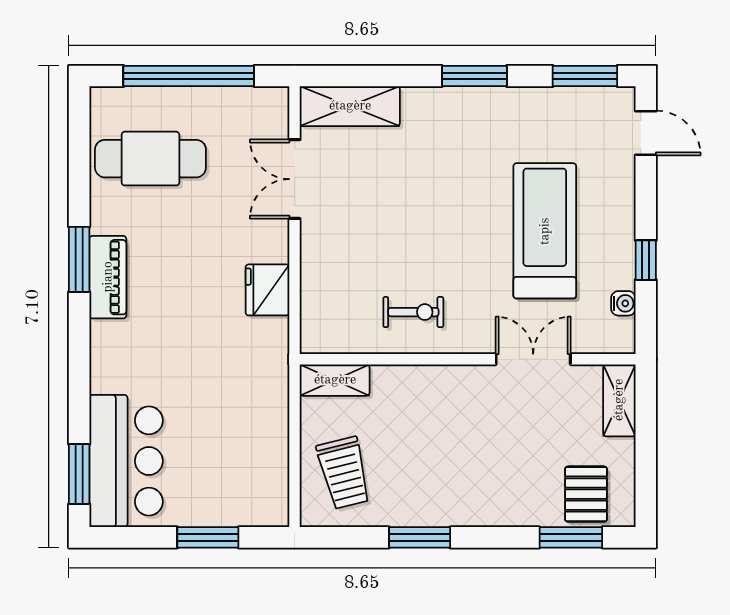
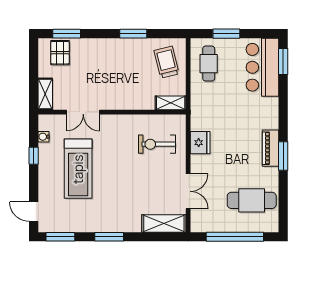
exercise bike: (413, 312) -> (157, 144), moved, width x1.38, depth x1.39
cafe table: (248, 469) -> (209, 64), added

